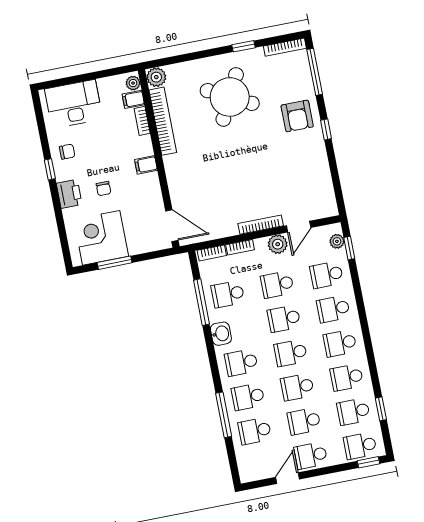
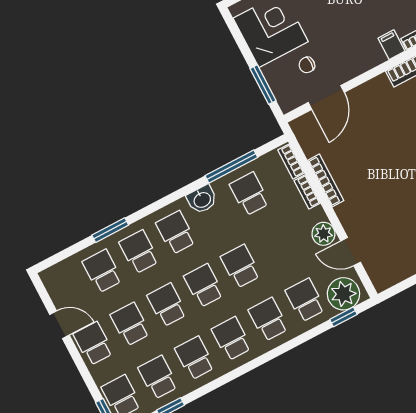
filing cabinet: (146, 165) -> (391, 45), moved
chair: (104, 189) -> (307, 65), moved
bookcase: (261, 225) -> (326, 180), moved
door: (172, 226) -> (326, 97), moved
plant: (337, 241) -> (343, 294), width x1.87, depth x1.87
window: (115, 263) -> (263, 85), moved
school desk: (277, 284) -> (277, 247), removed
window: (224, 415) -> (110, 230), width x0.69

